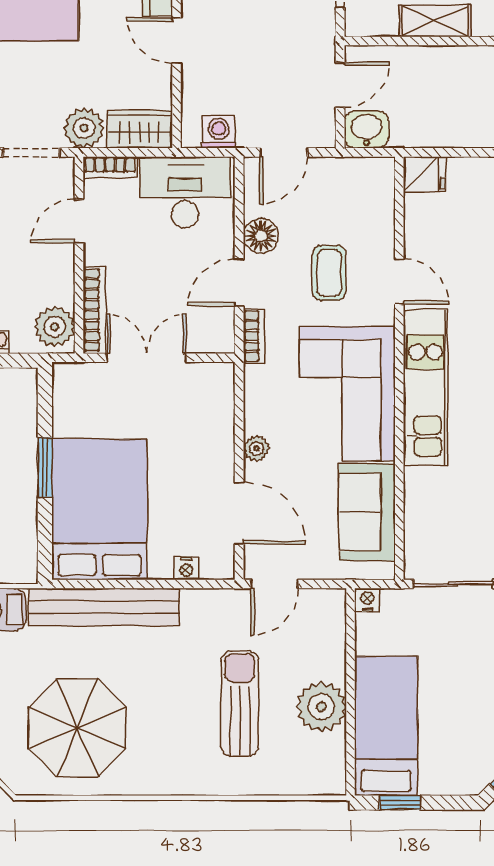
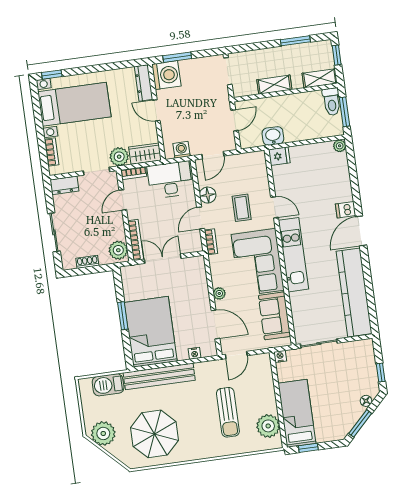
washbasin: (366, 129) -> (273, 136), moved
sun lounger: (240, 703) -> (228, 412), turned 180
plant: (321, 707) -> (268, 426), moved

